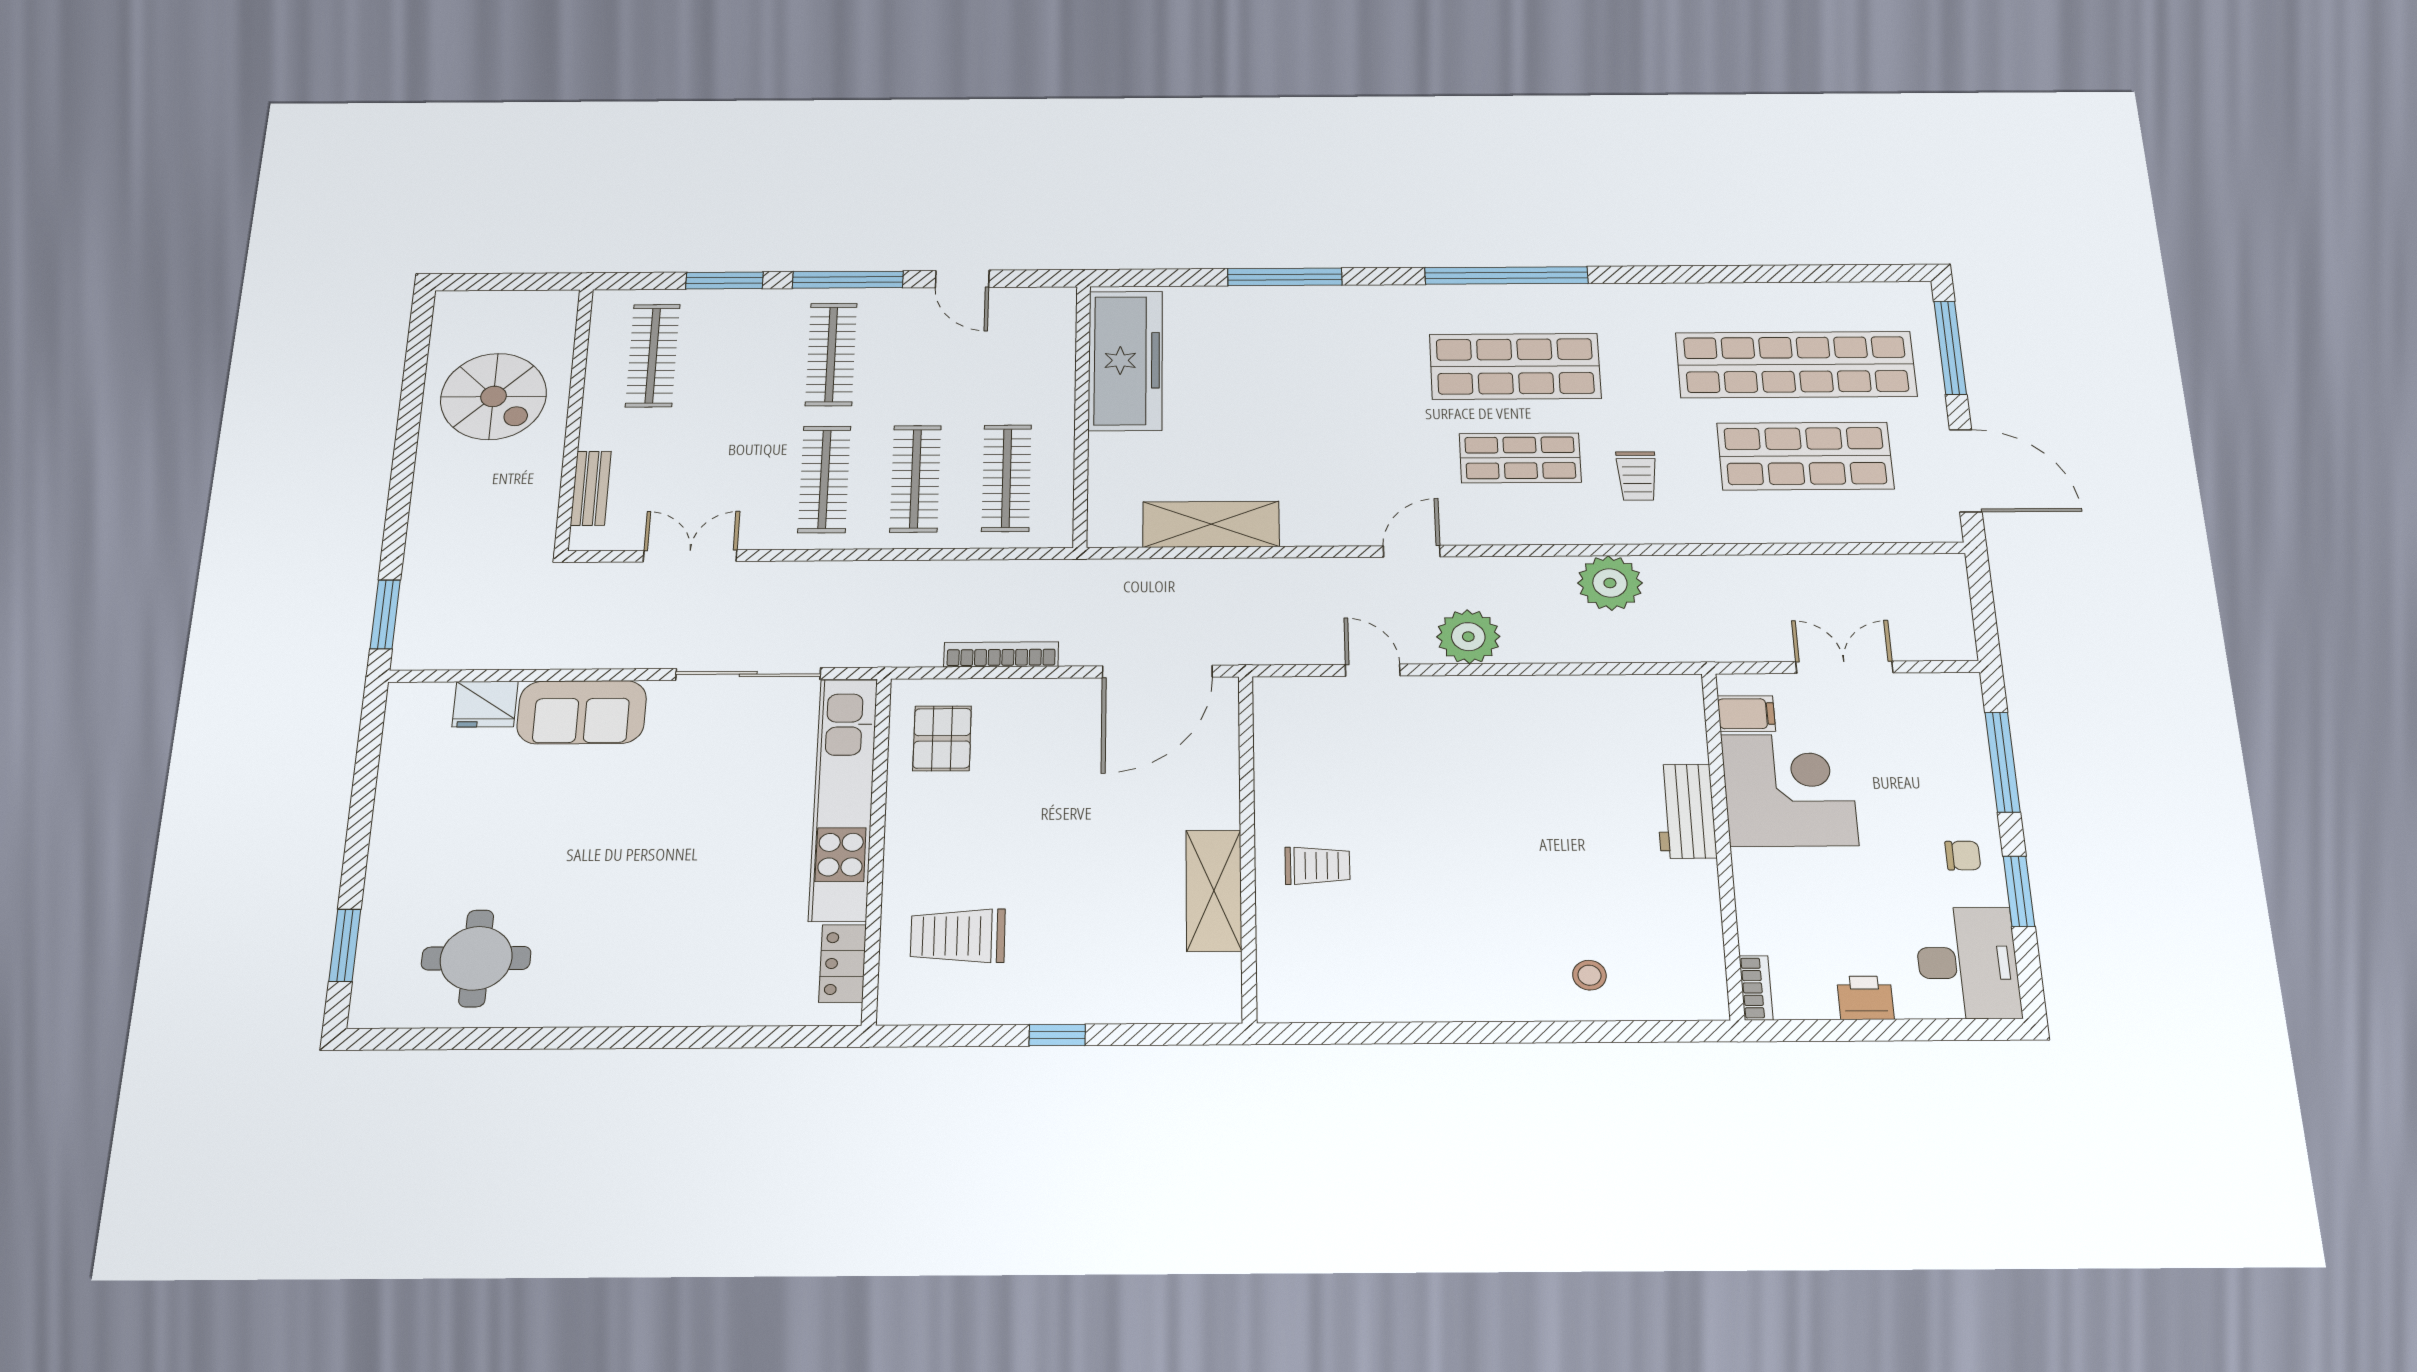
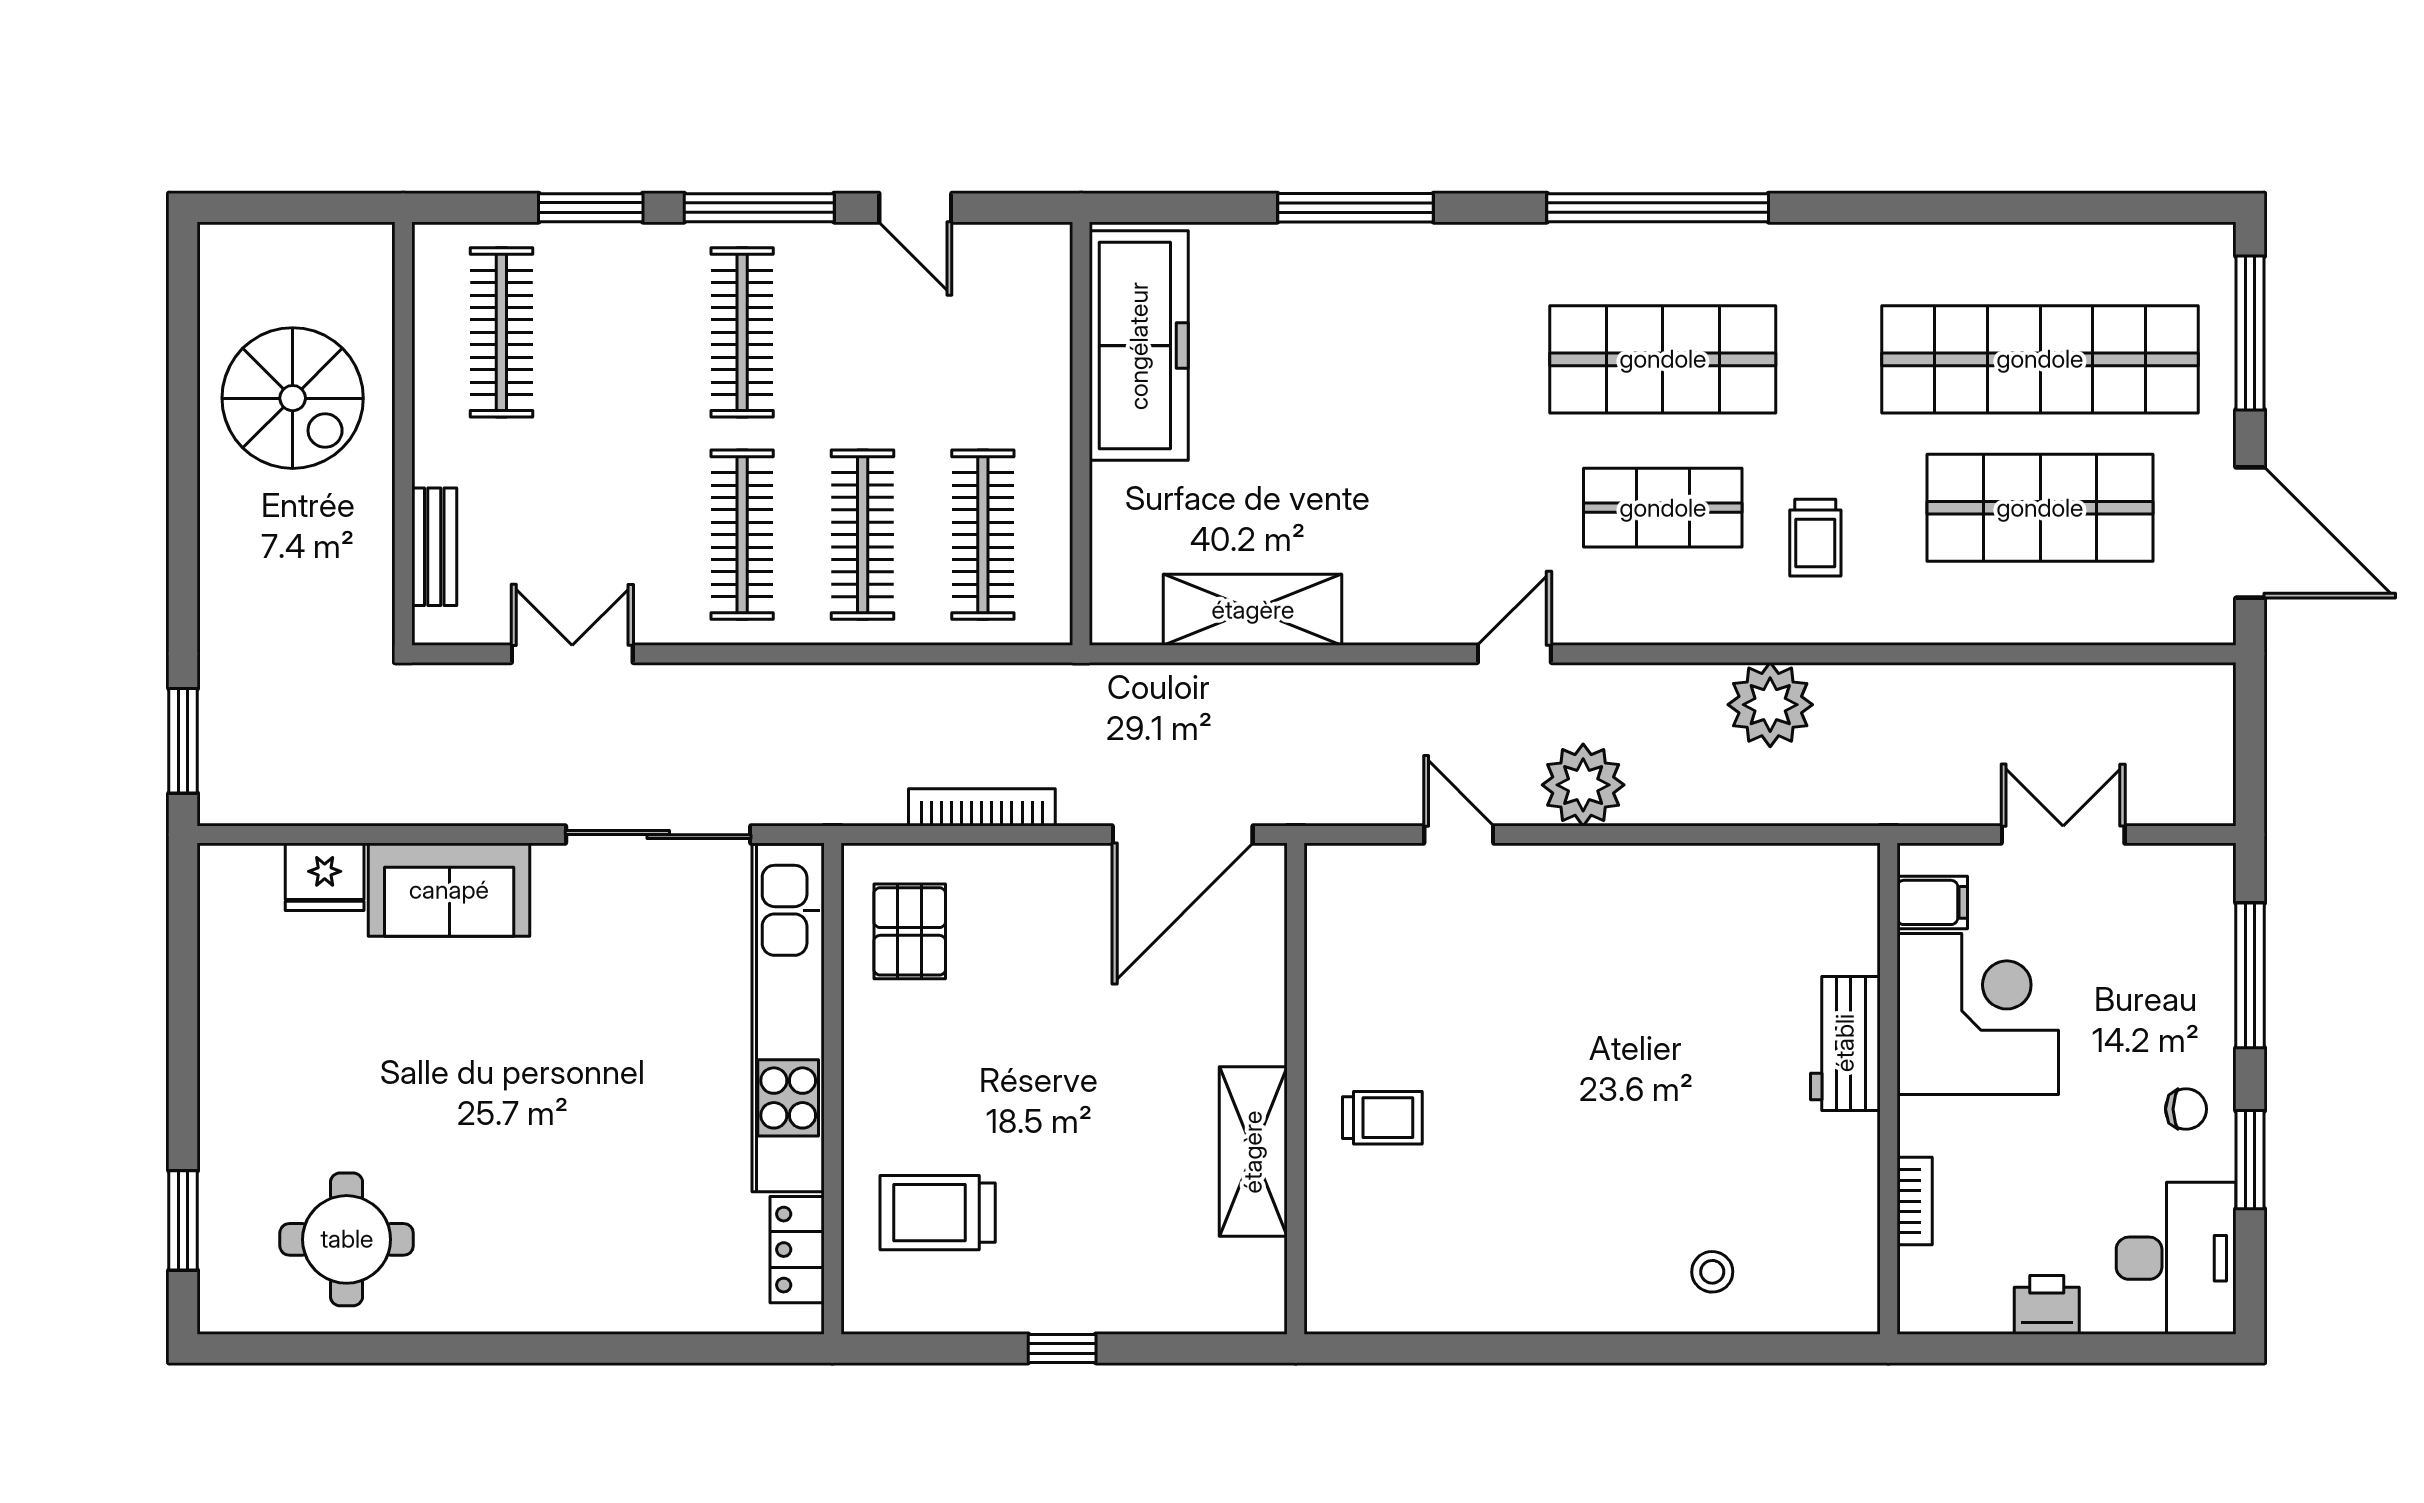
bookcase: (1756, 988) -> (1915, 1201), moved

